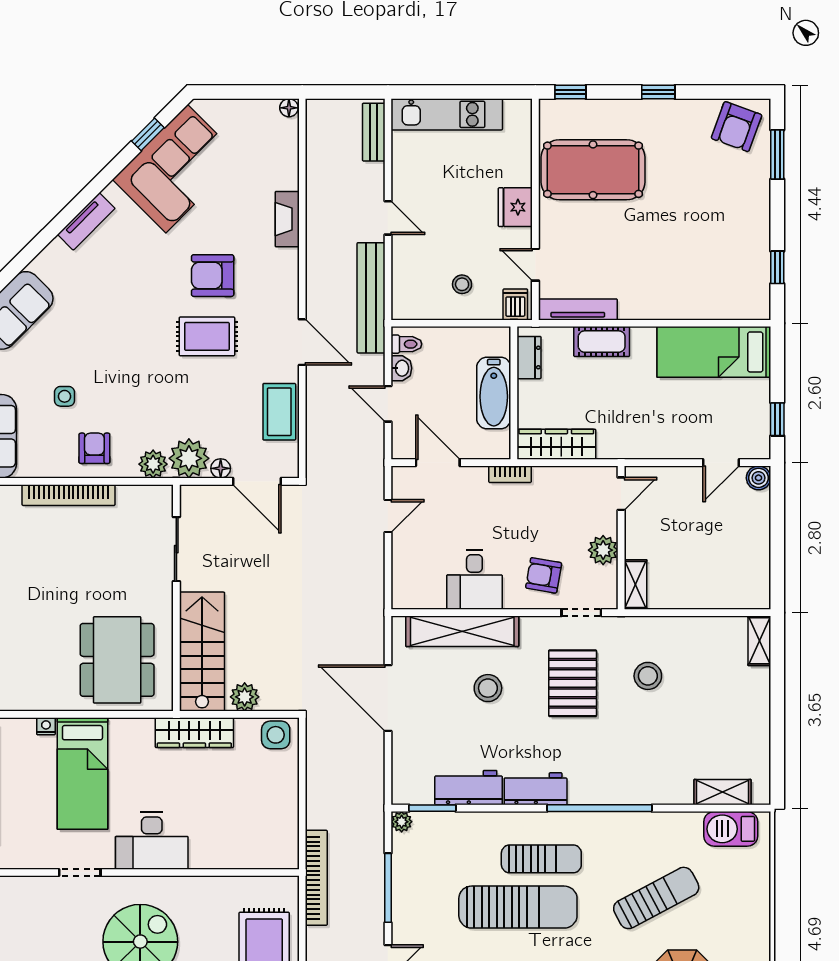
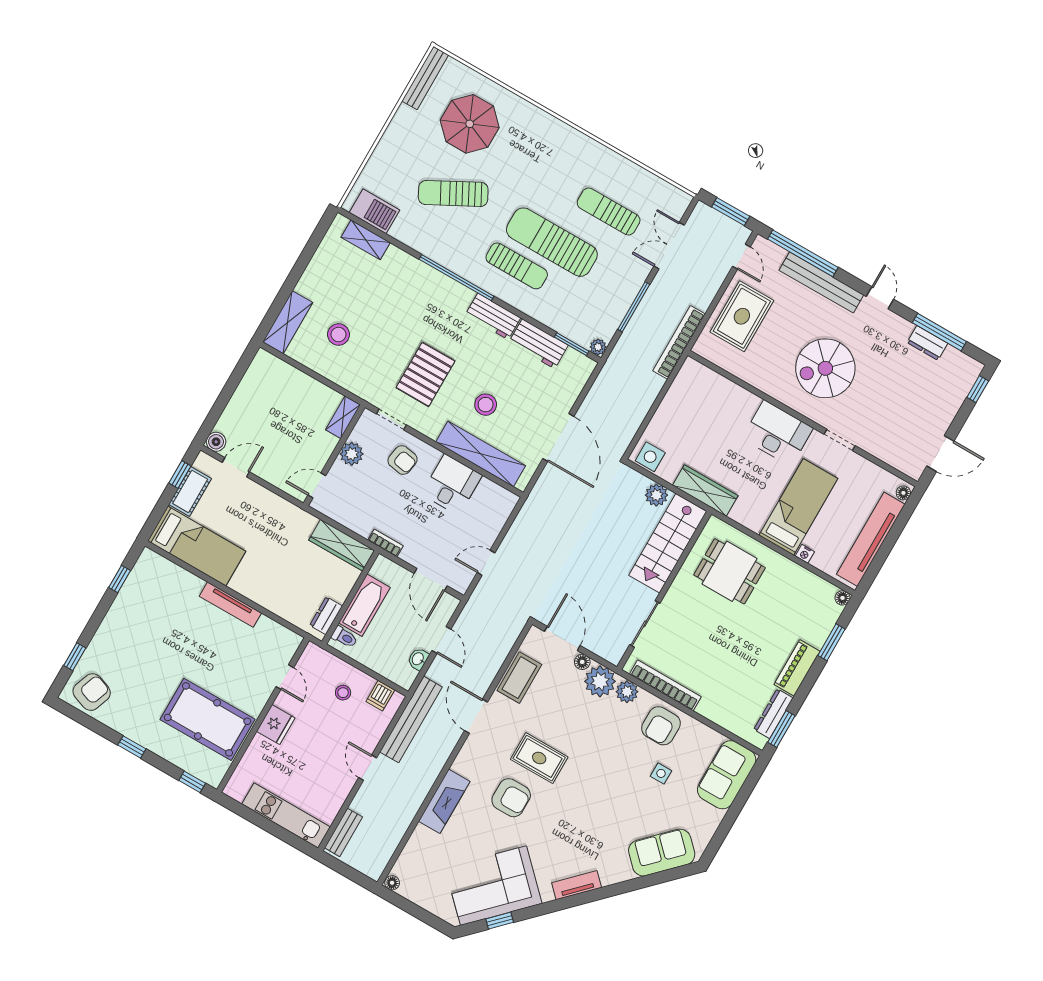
window: (777, 154) -> (75, 657), width x0.67
fireplace: (287, 219) -> (444, 801), width x1.37, depth x1.32
dishwasher: (515, 304) -> (380, 696), moved
tv unit: (578, 309) -> (230, 605), moved
cot: (602, 342) -> (190, 491), moved, turned 90
toilet: (406, 344) -> (344, 637), moved, turned 180
armchair: (94, 448) -> (661, 726), width x1.38, depth x1.38
bookcase: (69, 495) -> (665, 685), moved
shelving: (759, 641) -> (288, 322), width x1.50, depth x1.33
dining table: (117, 660) -> (729, 571), width x0.73
stool: (648, 676) -> (339, 334), moved
sun lounger: (541, 859) -> (517, 266), turned 180

